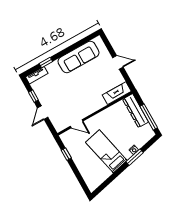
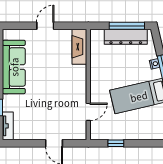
window: (33, 96) -> (29, 143), removed
dresser: (136, 111) -> (126, 37), moved

